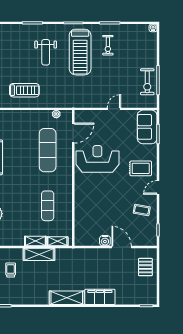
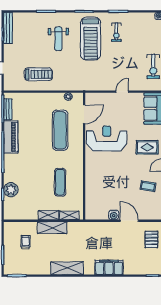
shelving: (67, 298) -> (67, 268), moved

